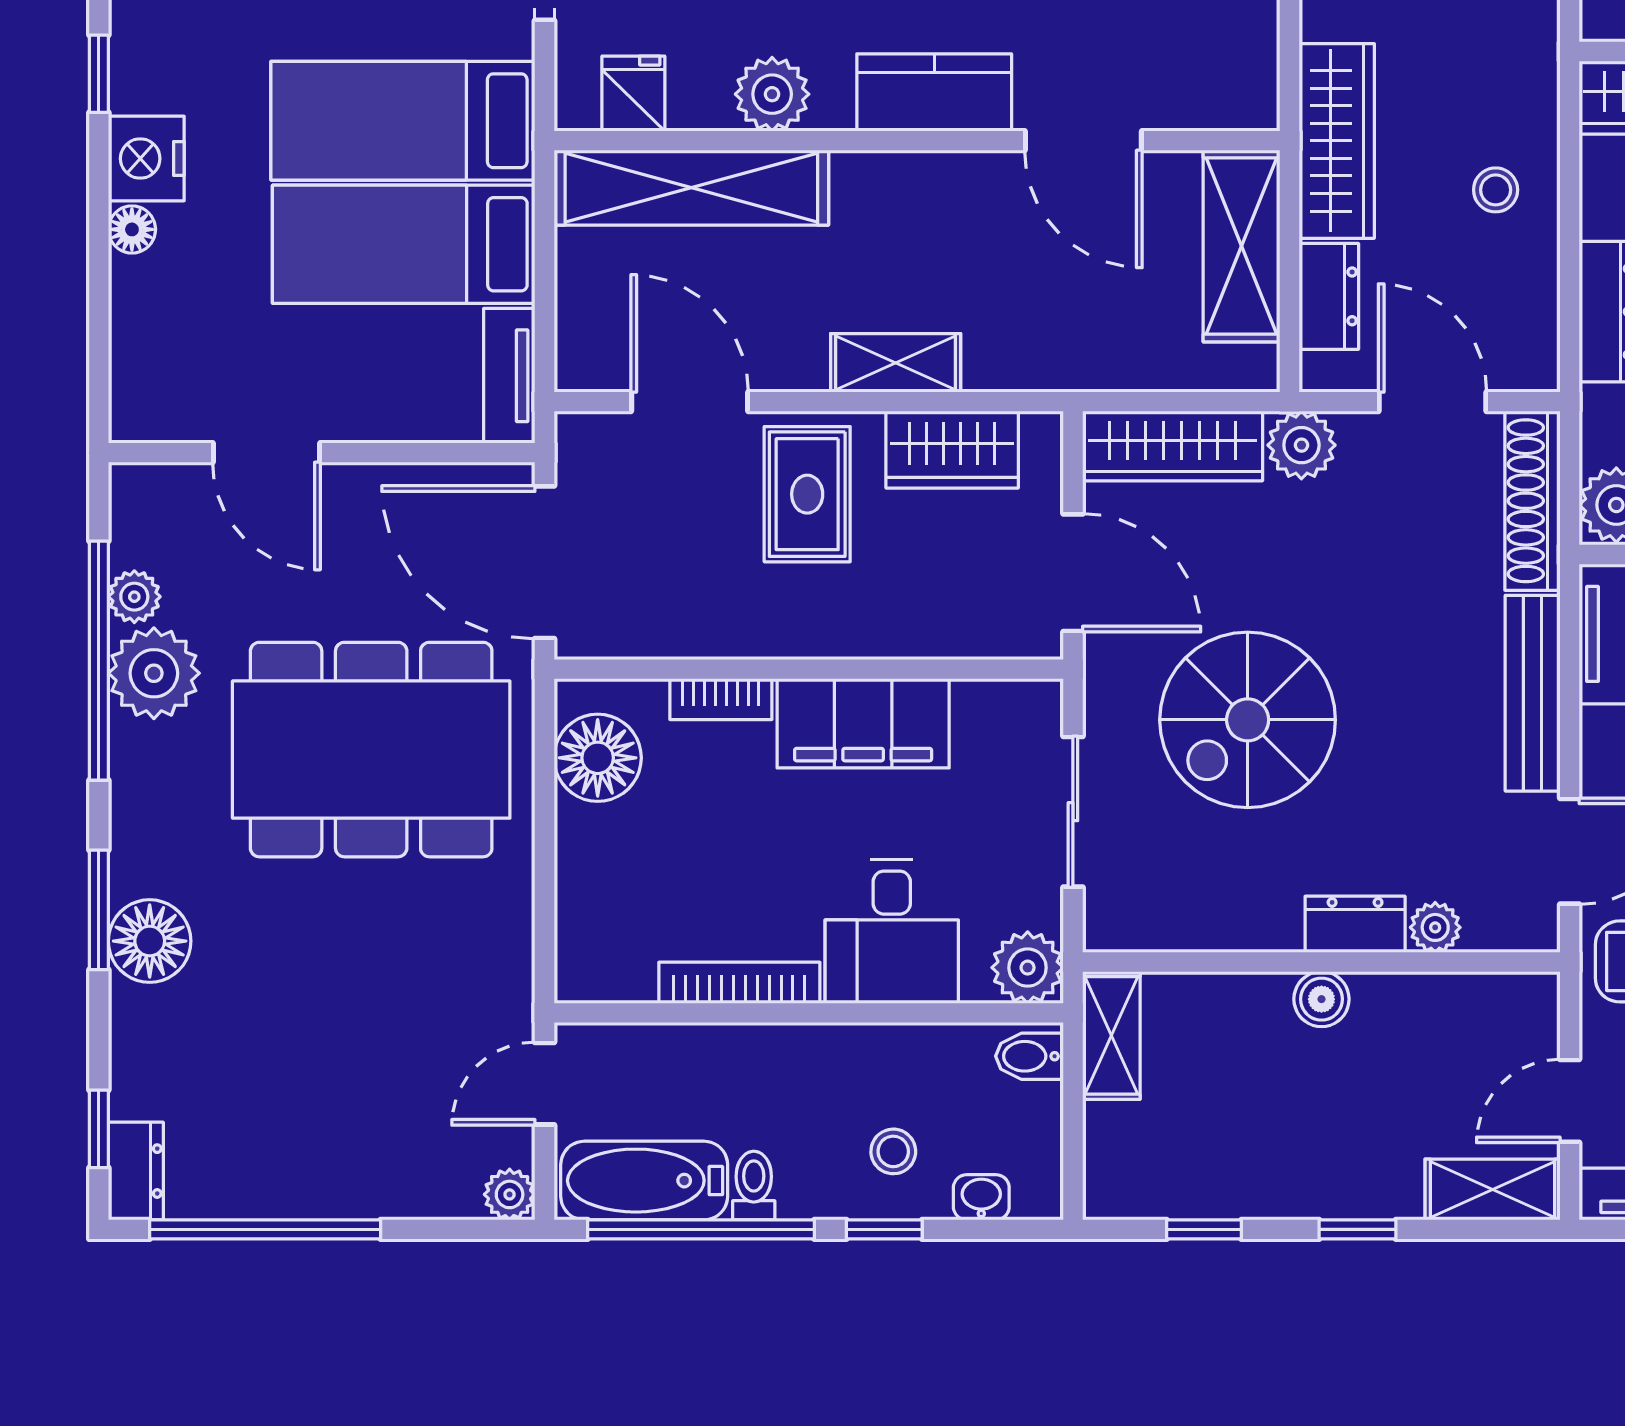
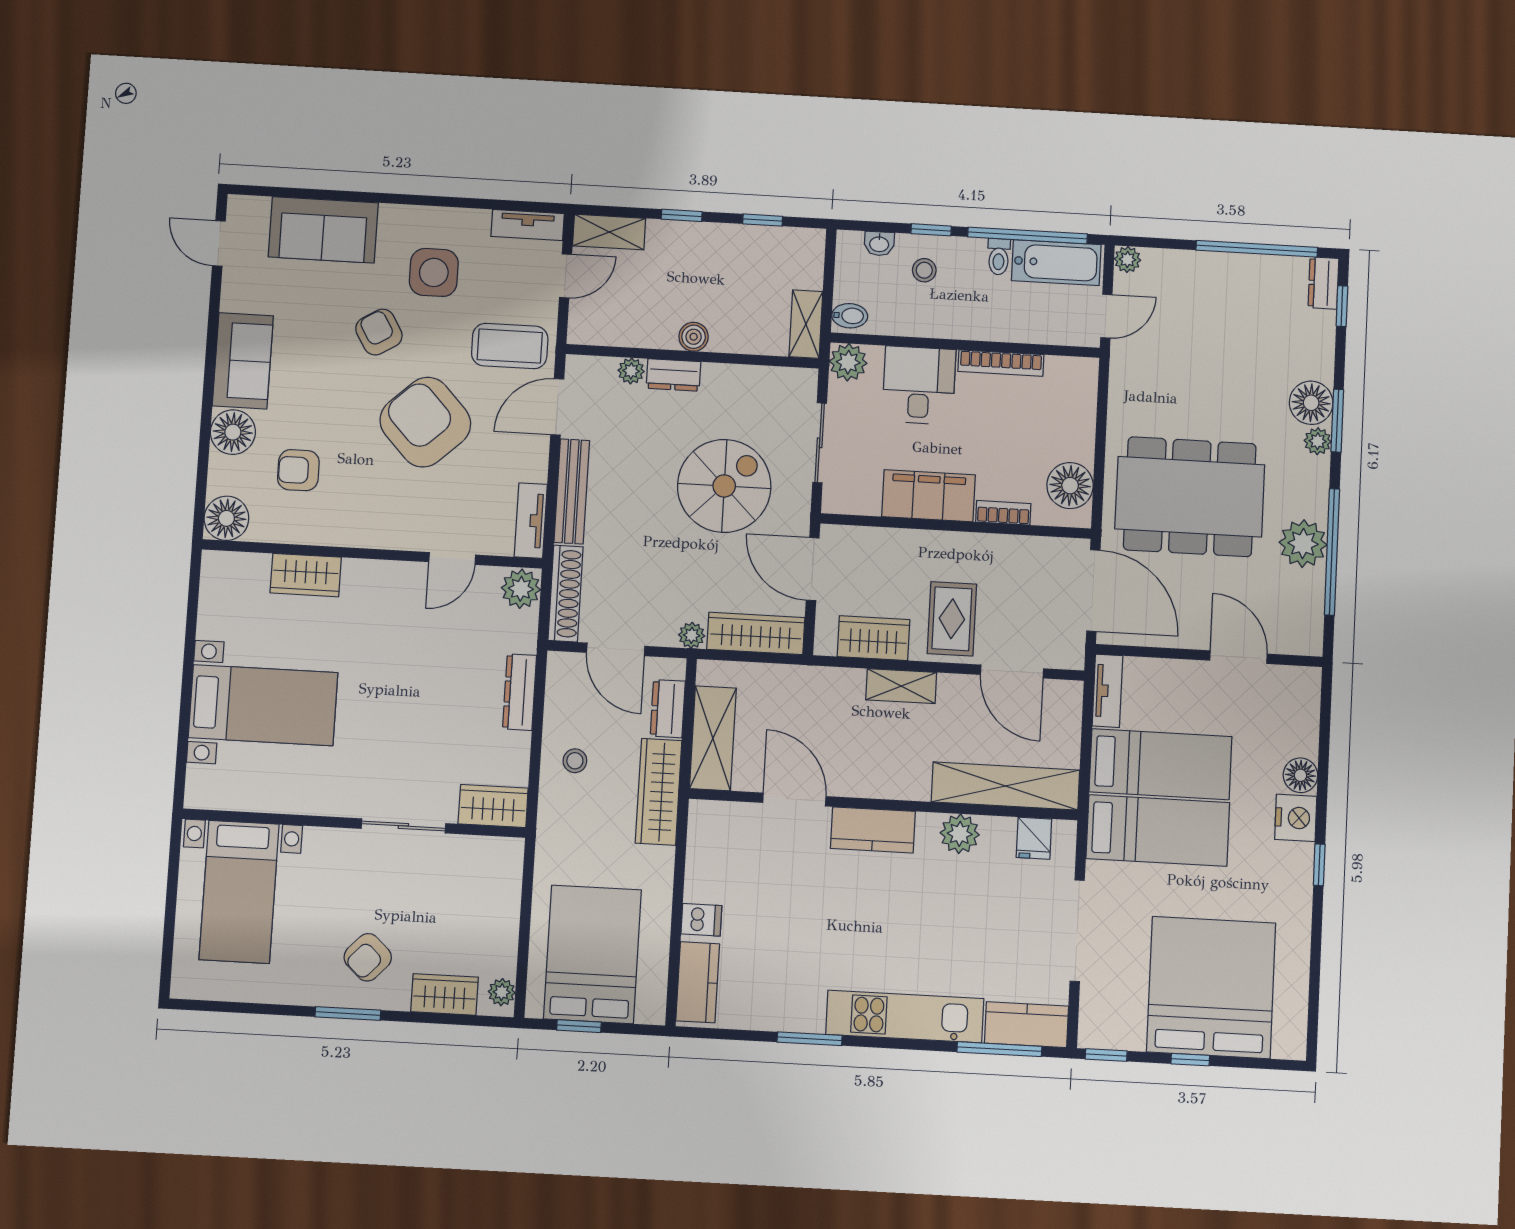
floor lamp: (132, 229) -> (1300, 775), width x1.37, depth x1.37
plant: (1301, 445) -> (692, 635), width x0.73, depth x0.73
plant: (134, 597) -> (1318, 441), moved

